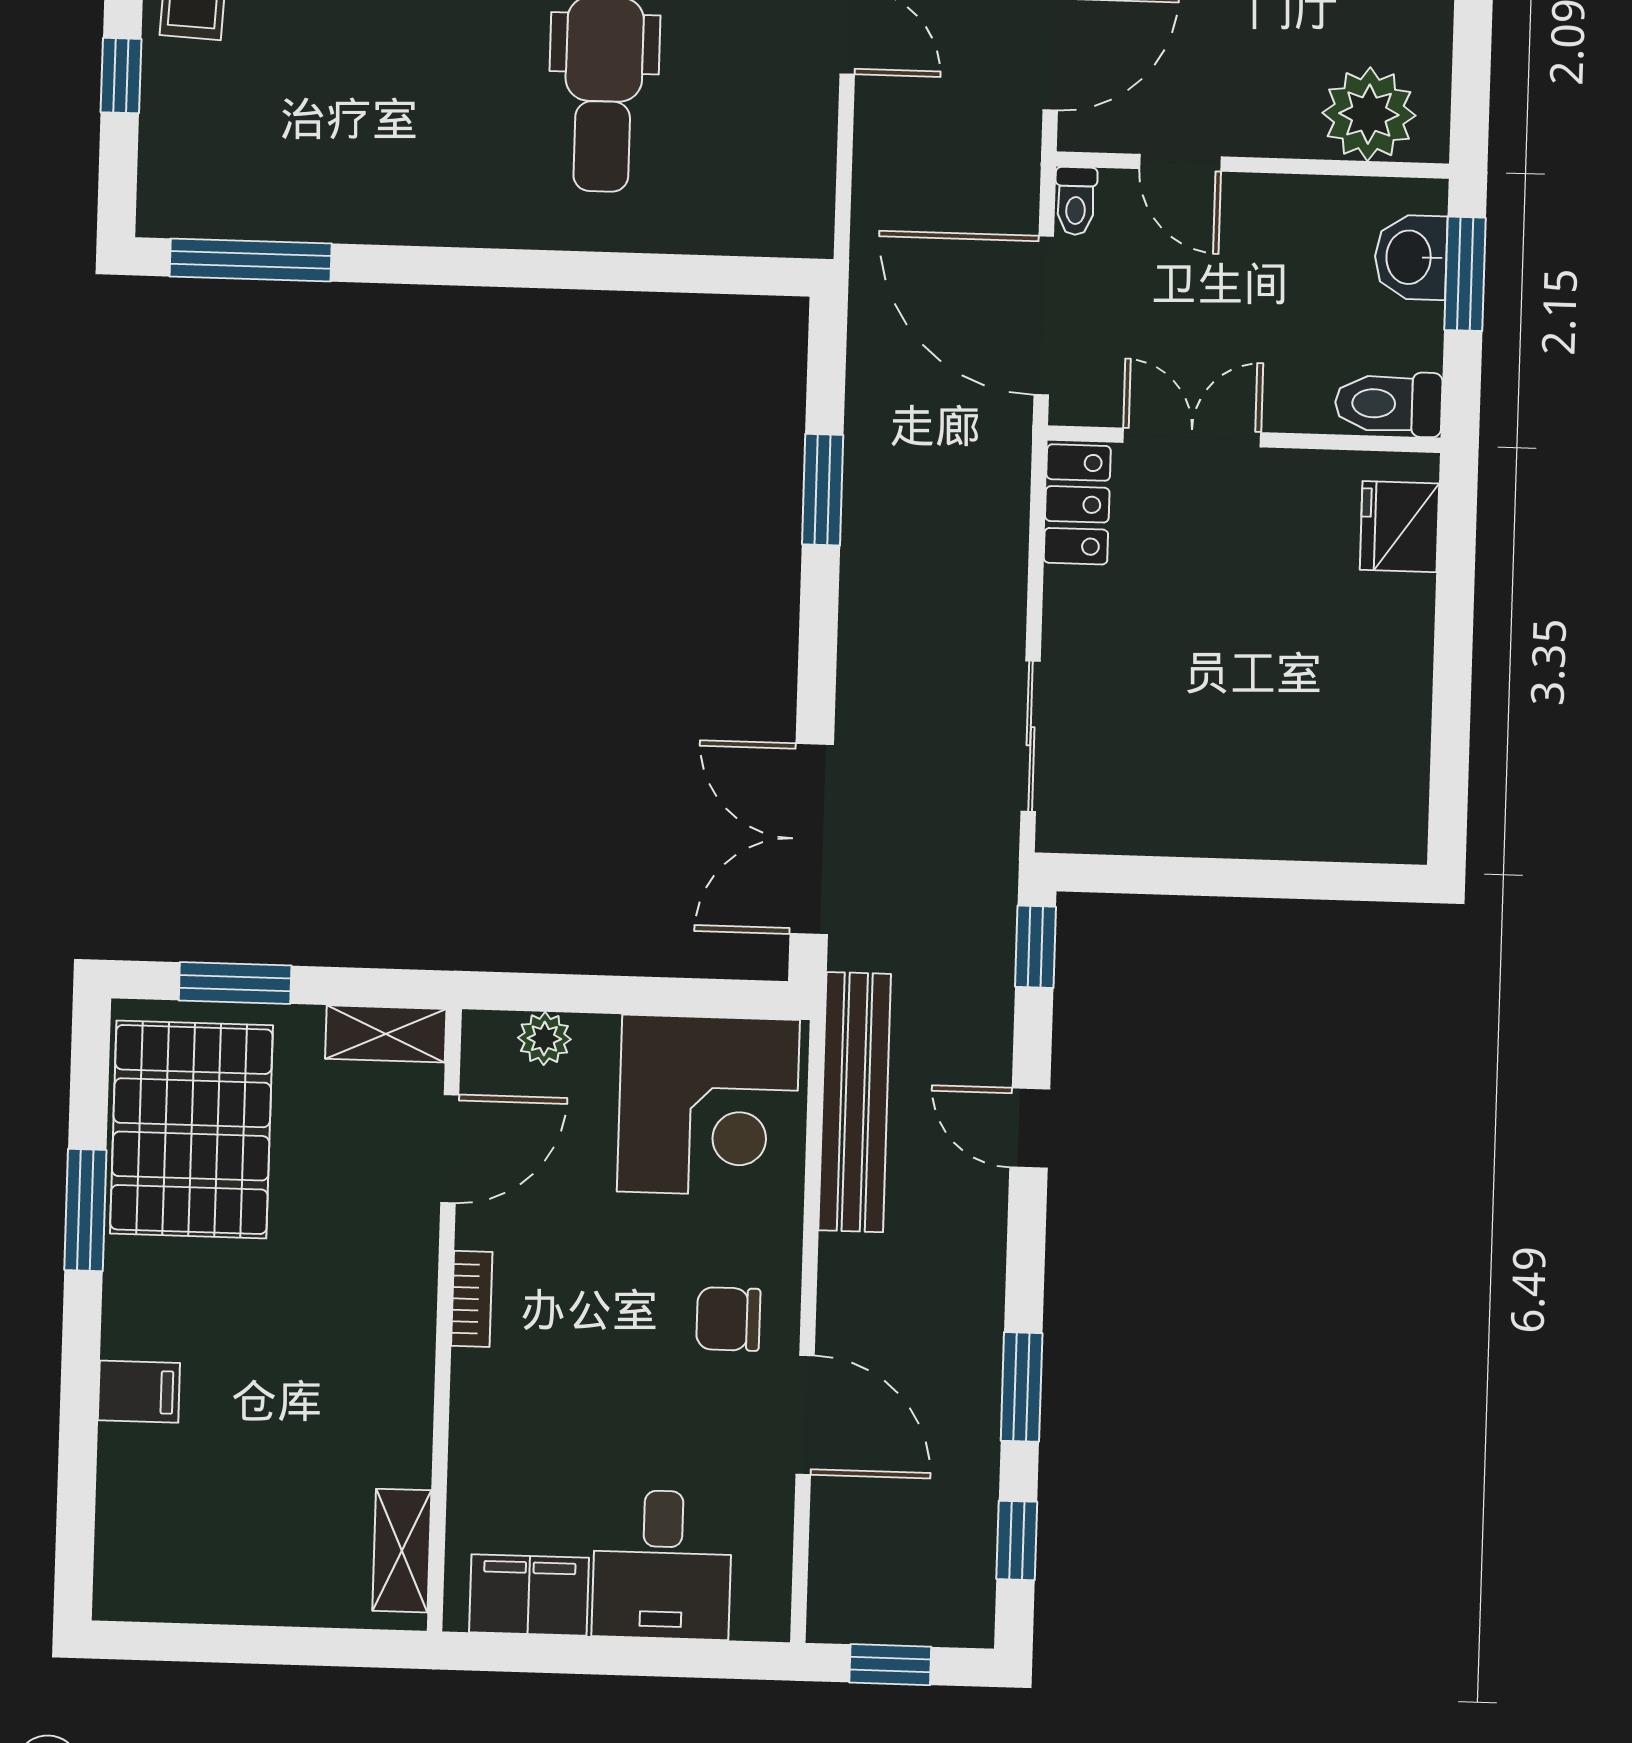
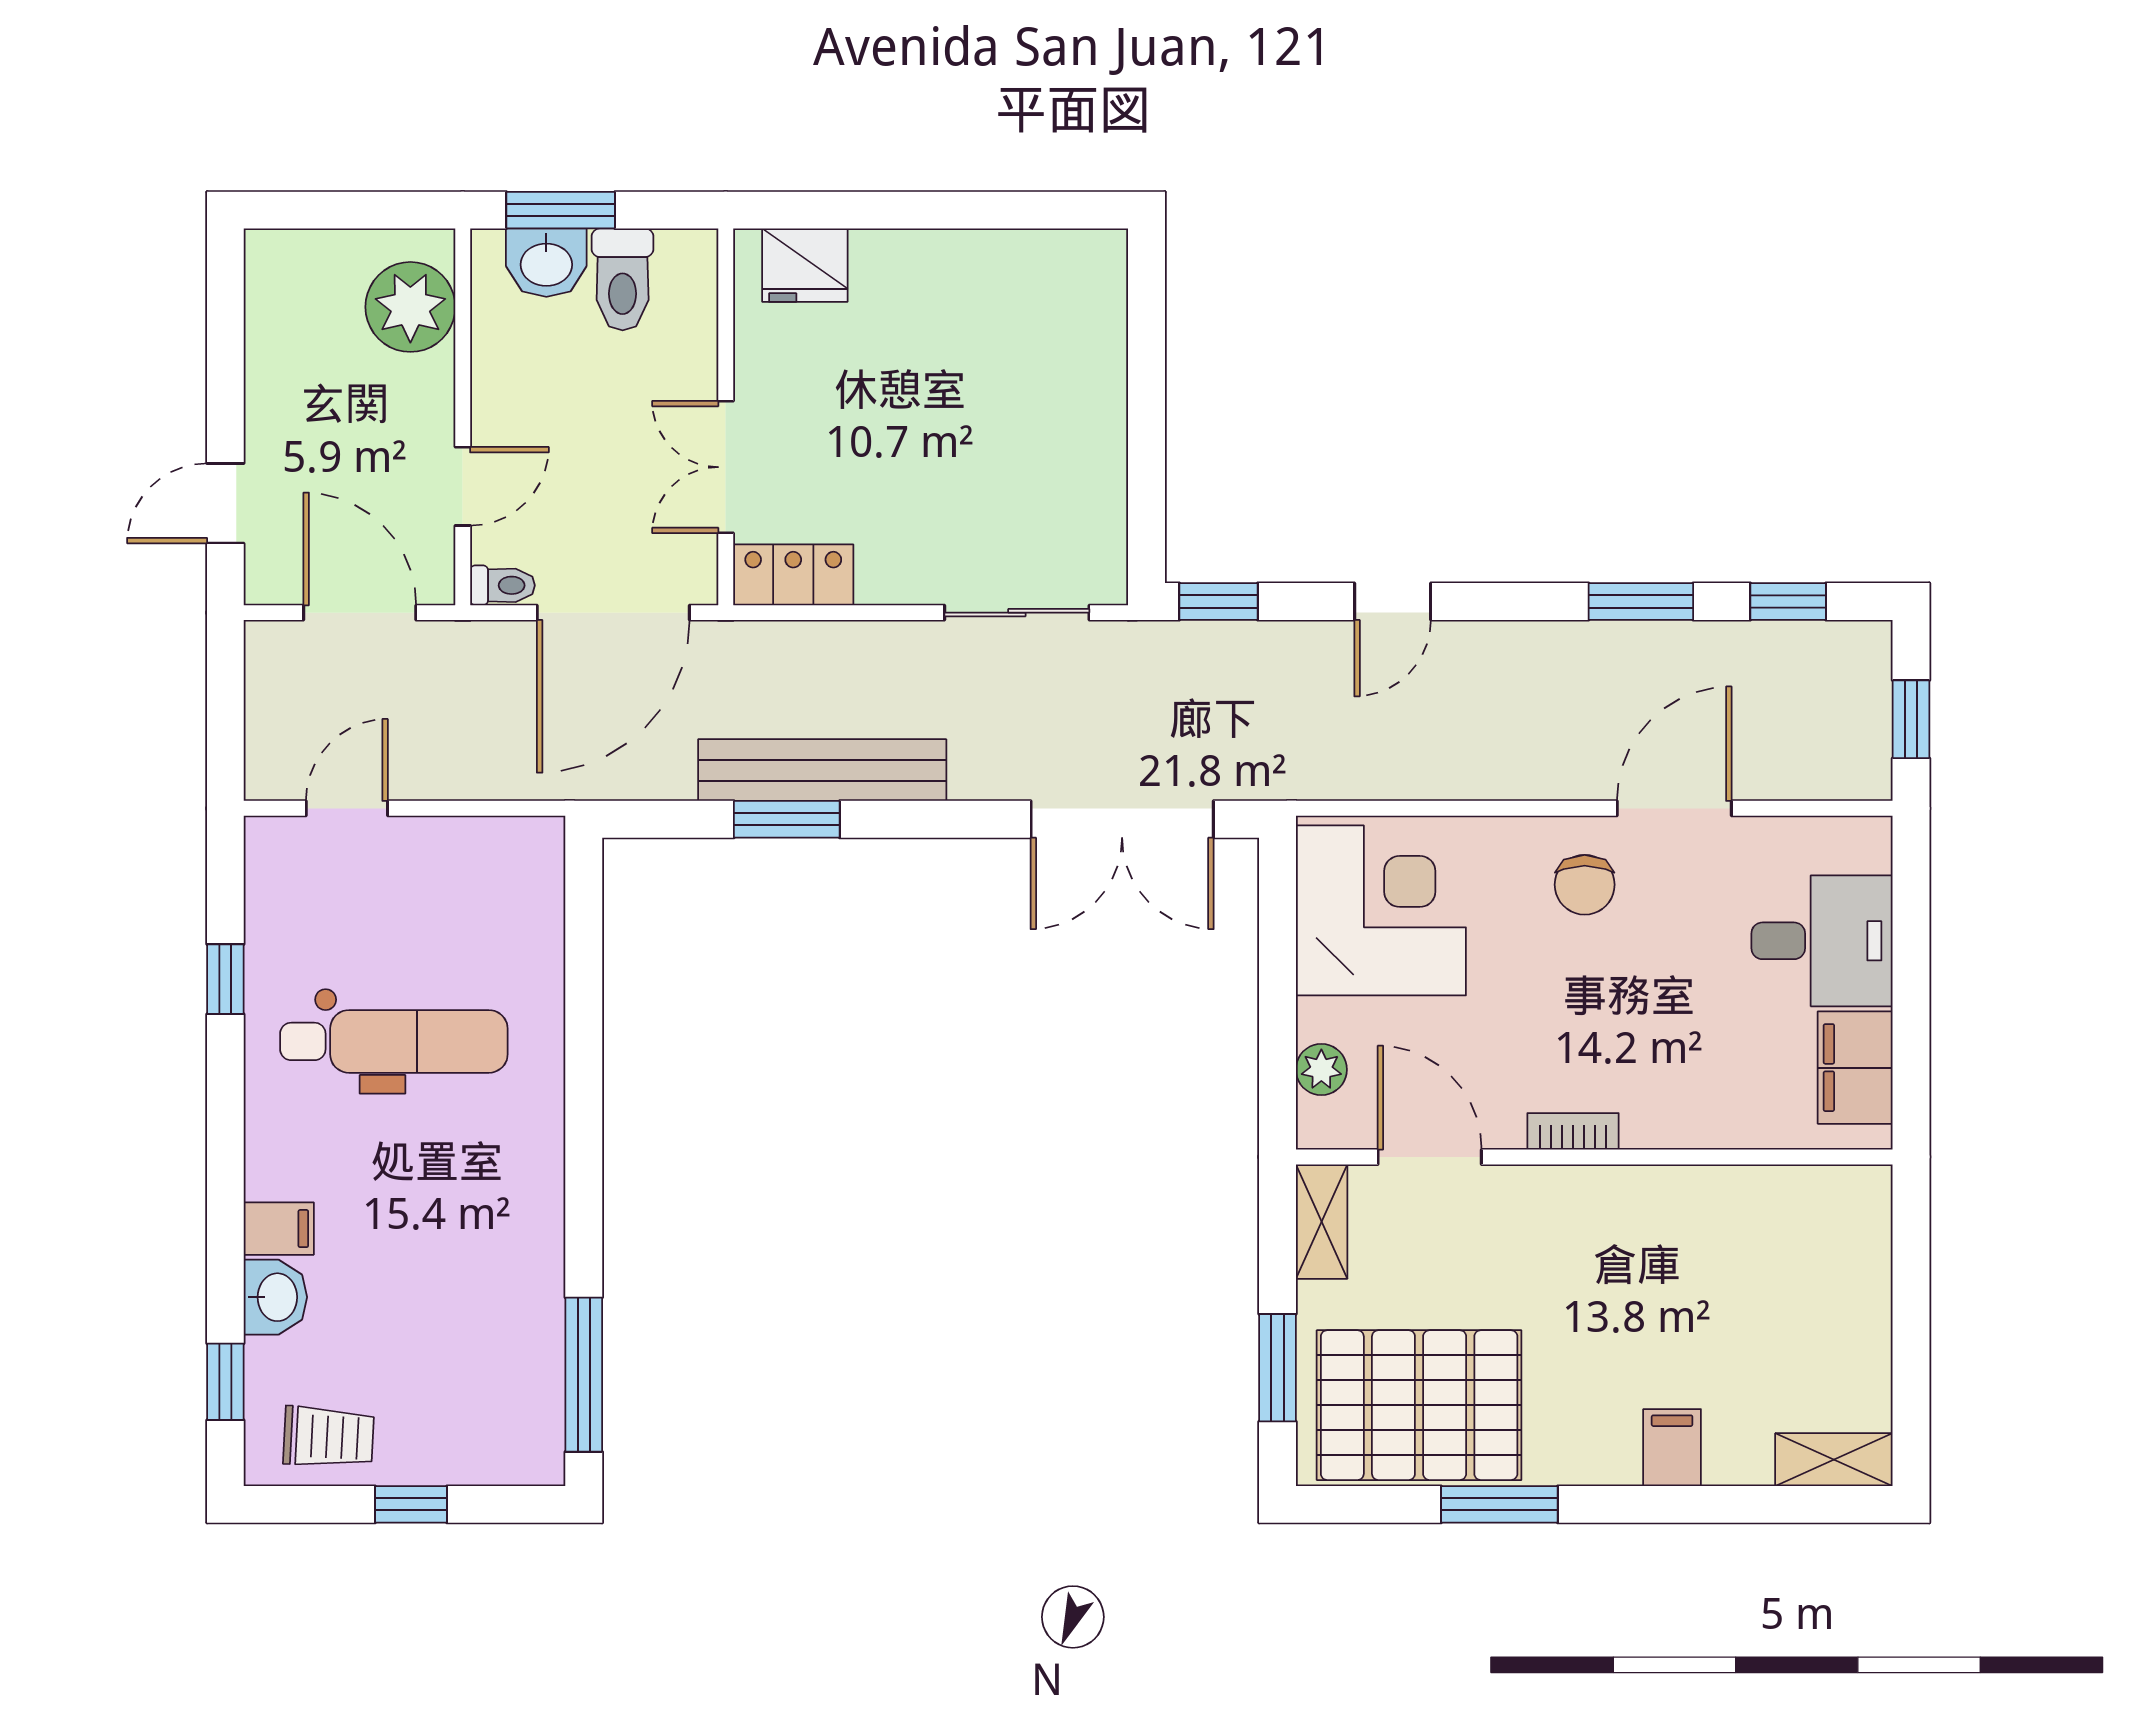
toilet: (1389, 404) -> (623, 279), moved
bench: (855, 1102) -> (822, 770), moved
shelving: (402, 1551) -> (1834, 1460), moved

